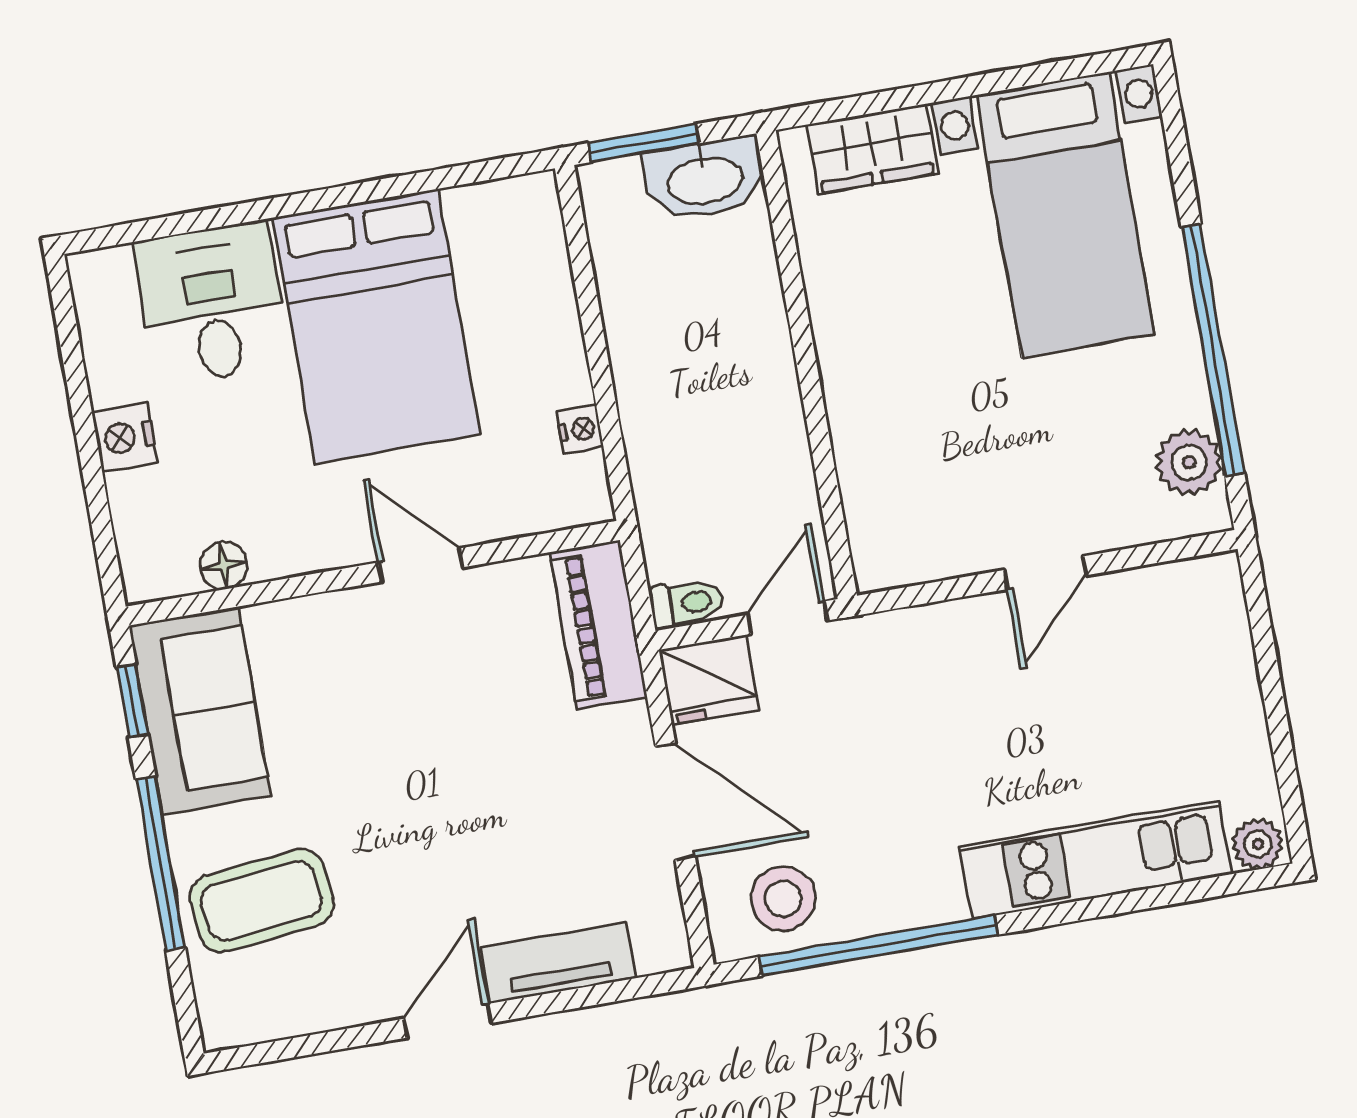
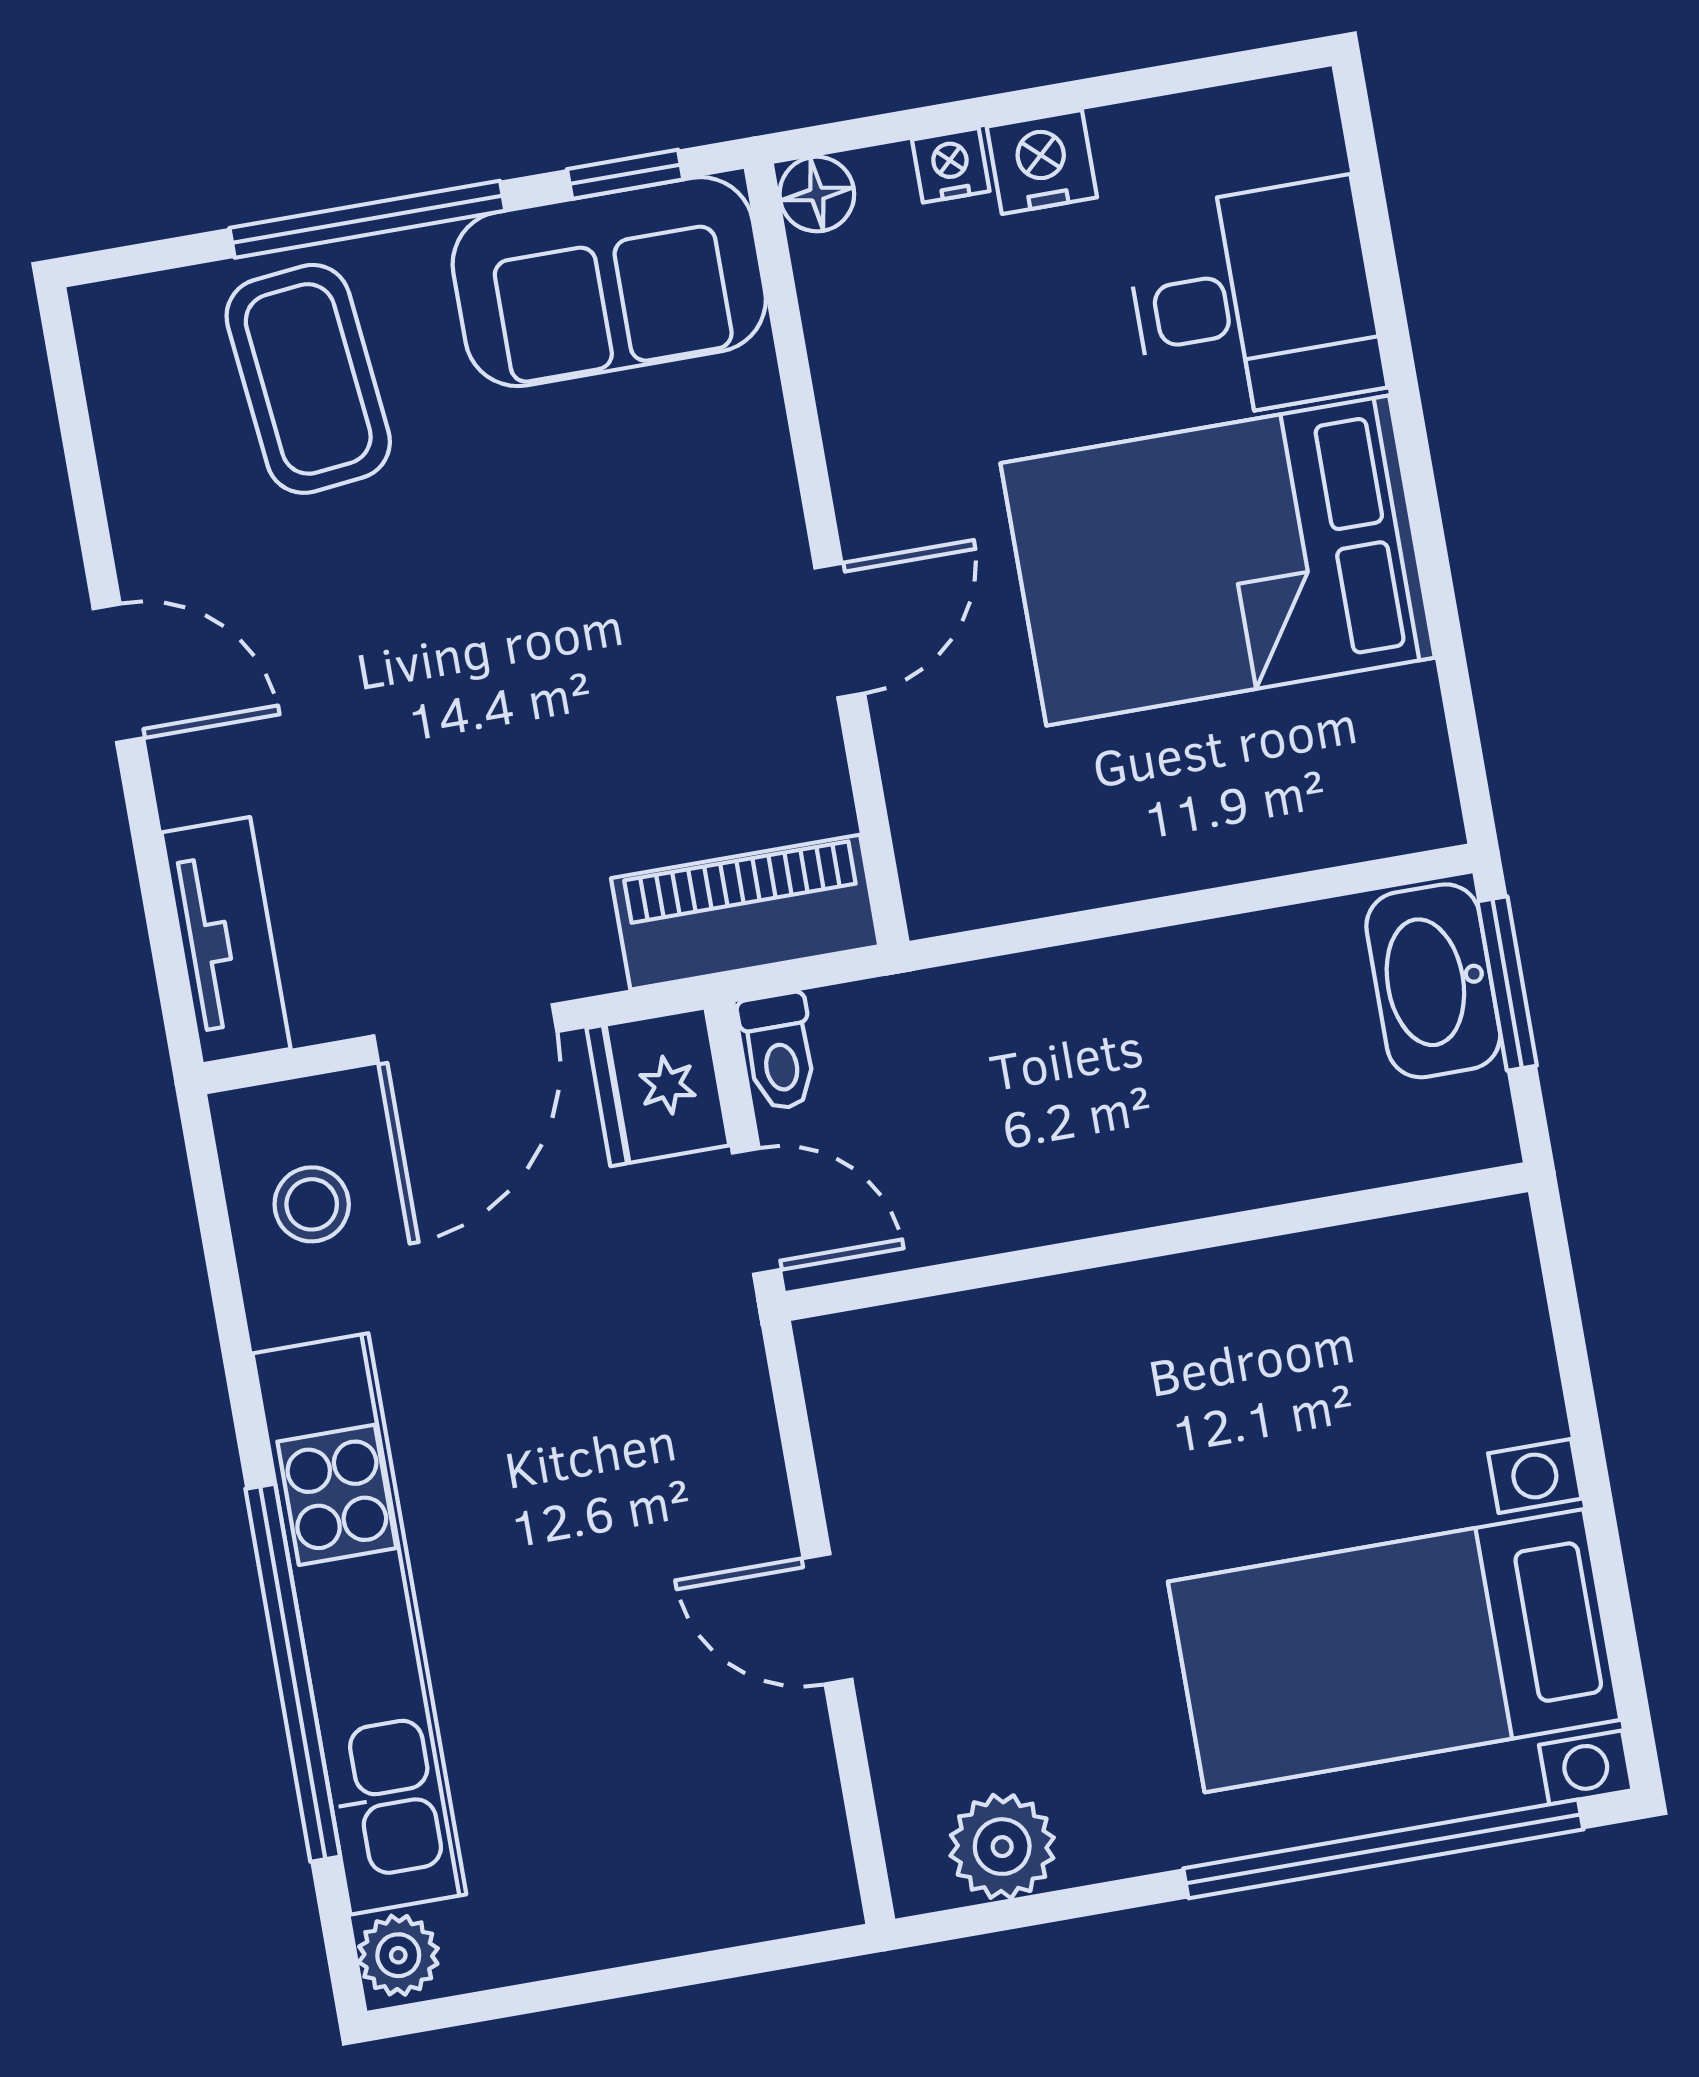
wardrobe: (872, 149) -> (1498, 1346), removed
washbasin: (705, 179) -> (1433, 981), moved
window: (1213, 350) -> (1383, 1849), moved
nightstand: (580, 429) -> (951, 165), moved, turned 180
floor lamp: (223, 566) -> (817, 194), moved
kitchen unit: (1096, 860) -> (359, 1624), width x1.36
stool: (783, 899) -> (312, 1204), width x0.73, depth x0.73
window: (878, 946) -> (293, 1673), moved
tv unit: (558, 963) -> (226, 941), moved

